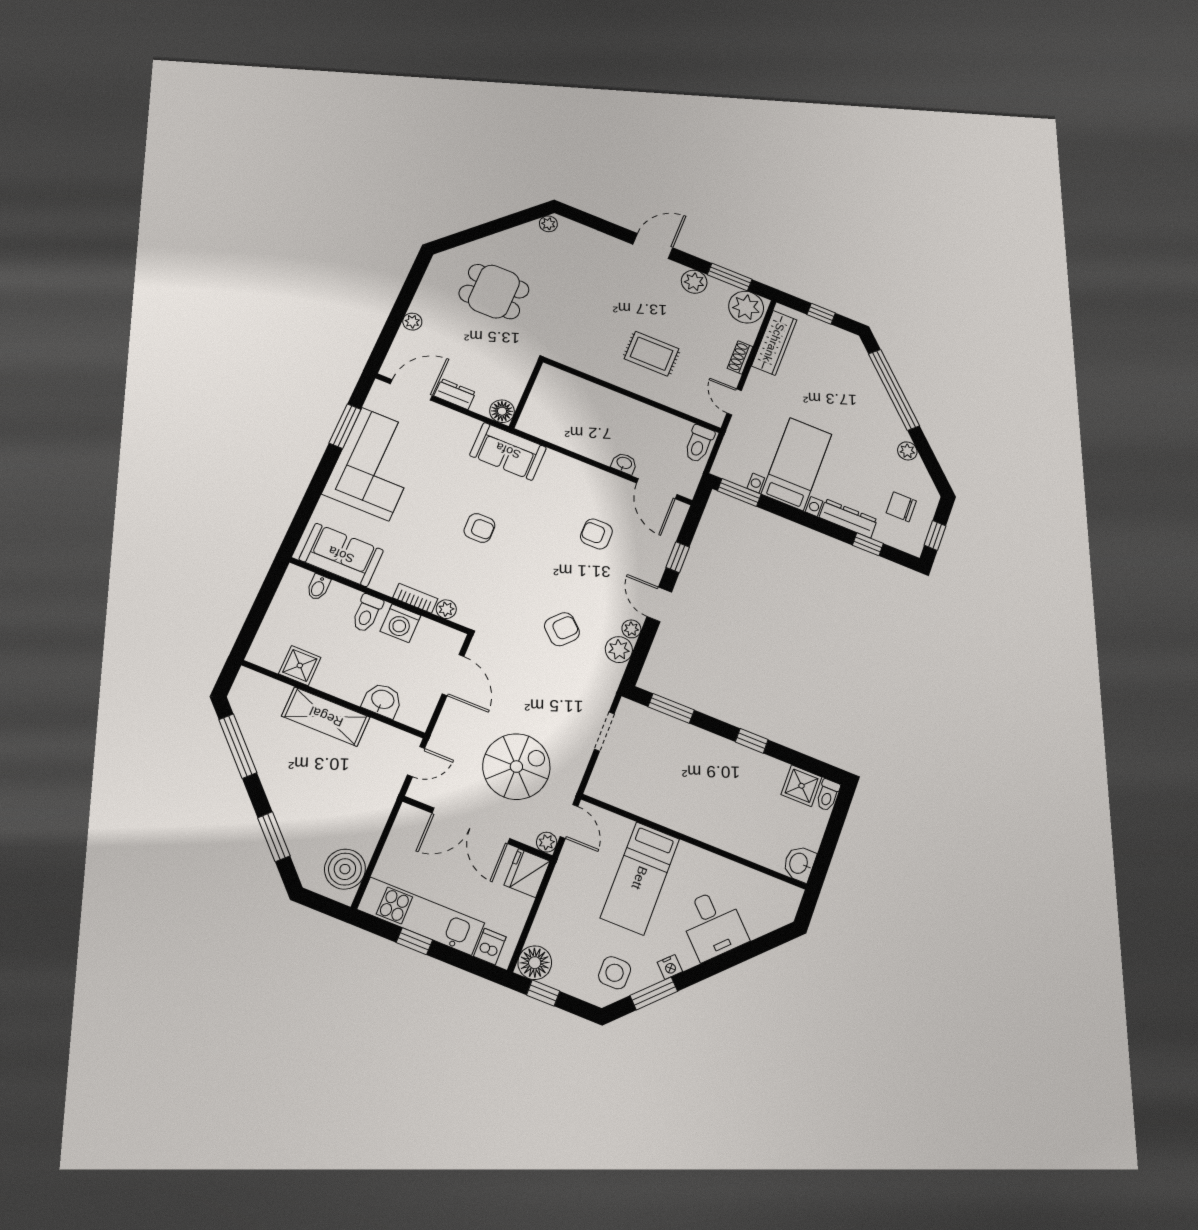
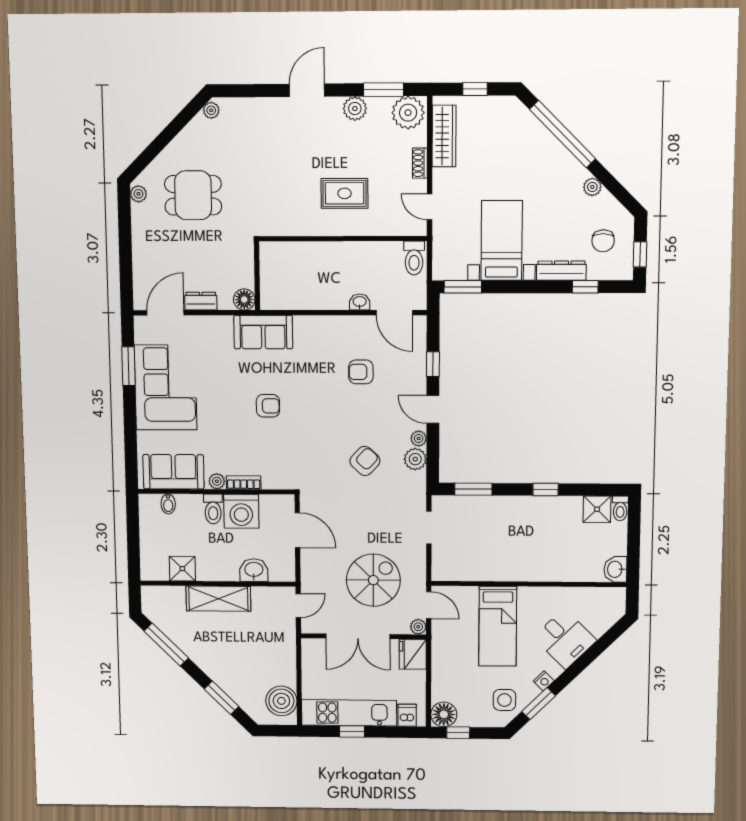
plant: (412, 322) -> (138, 194), moved
chair: (901, 507) -> (603, 241), turned -90
plant: (446, 609) -> (217, 481), moved
washing machine: (400, 623) -> (241, 511), width x1.37, depth x1.37

